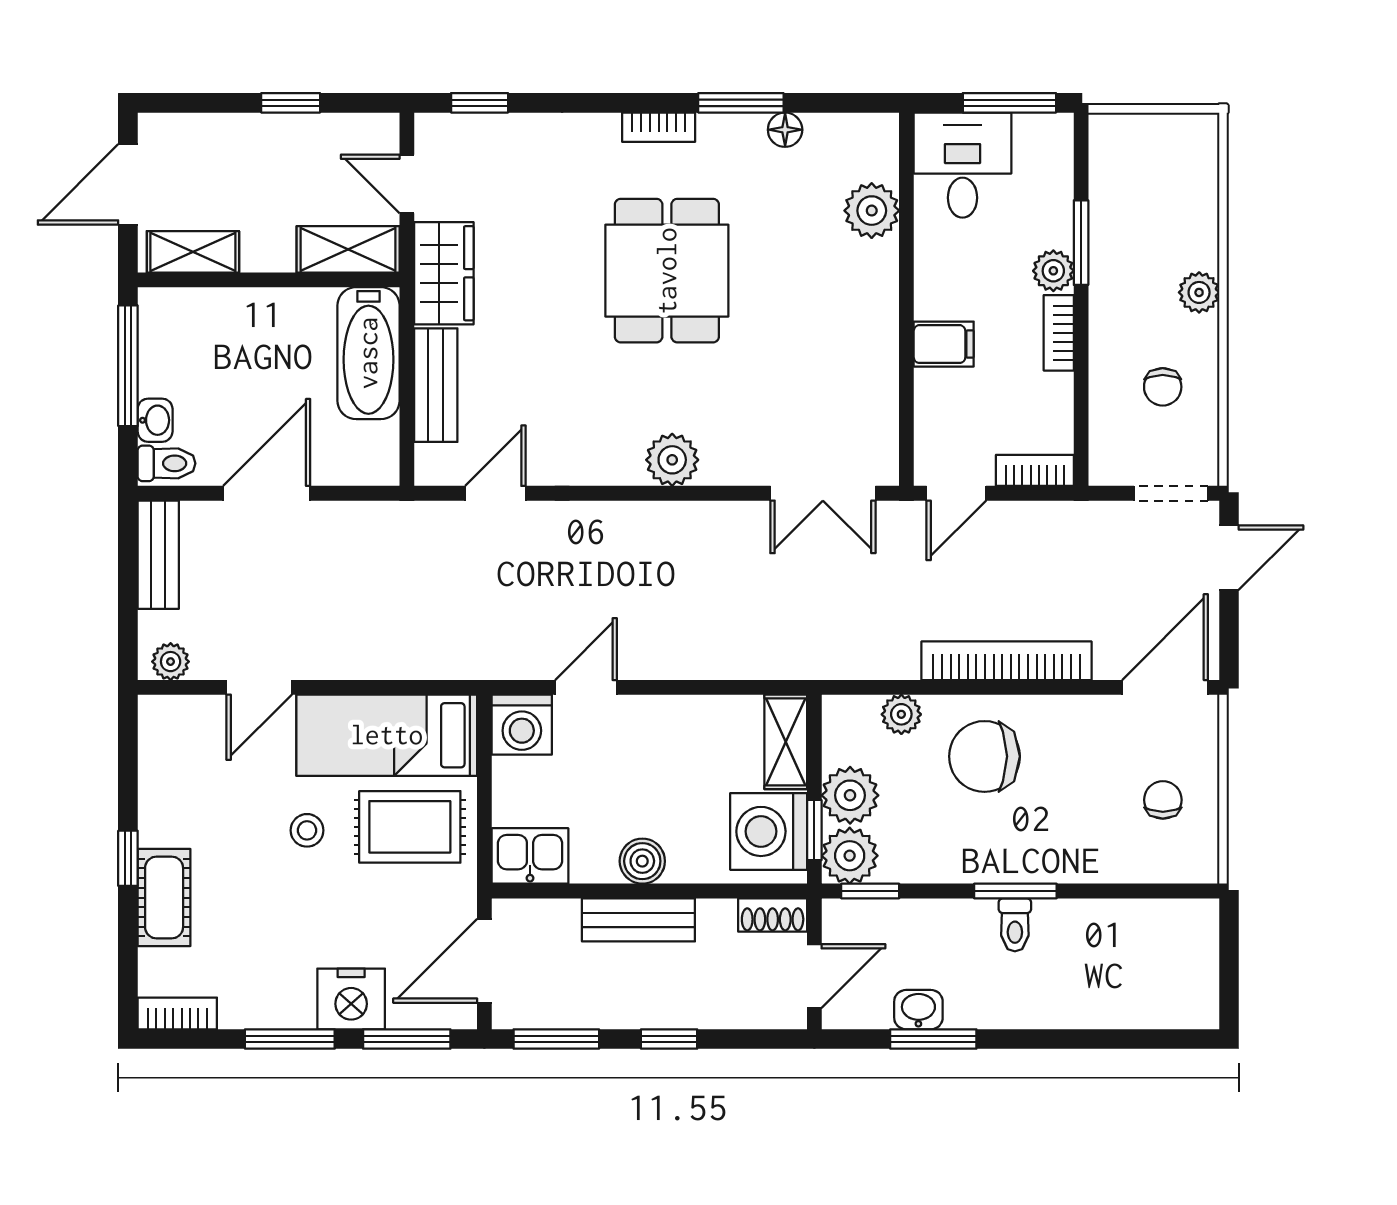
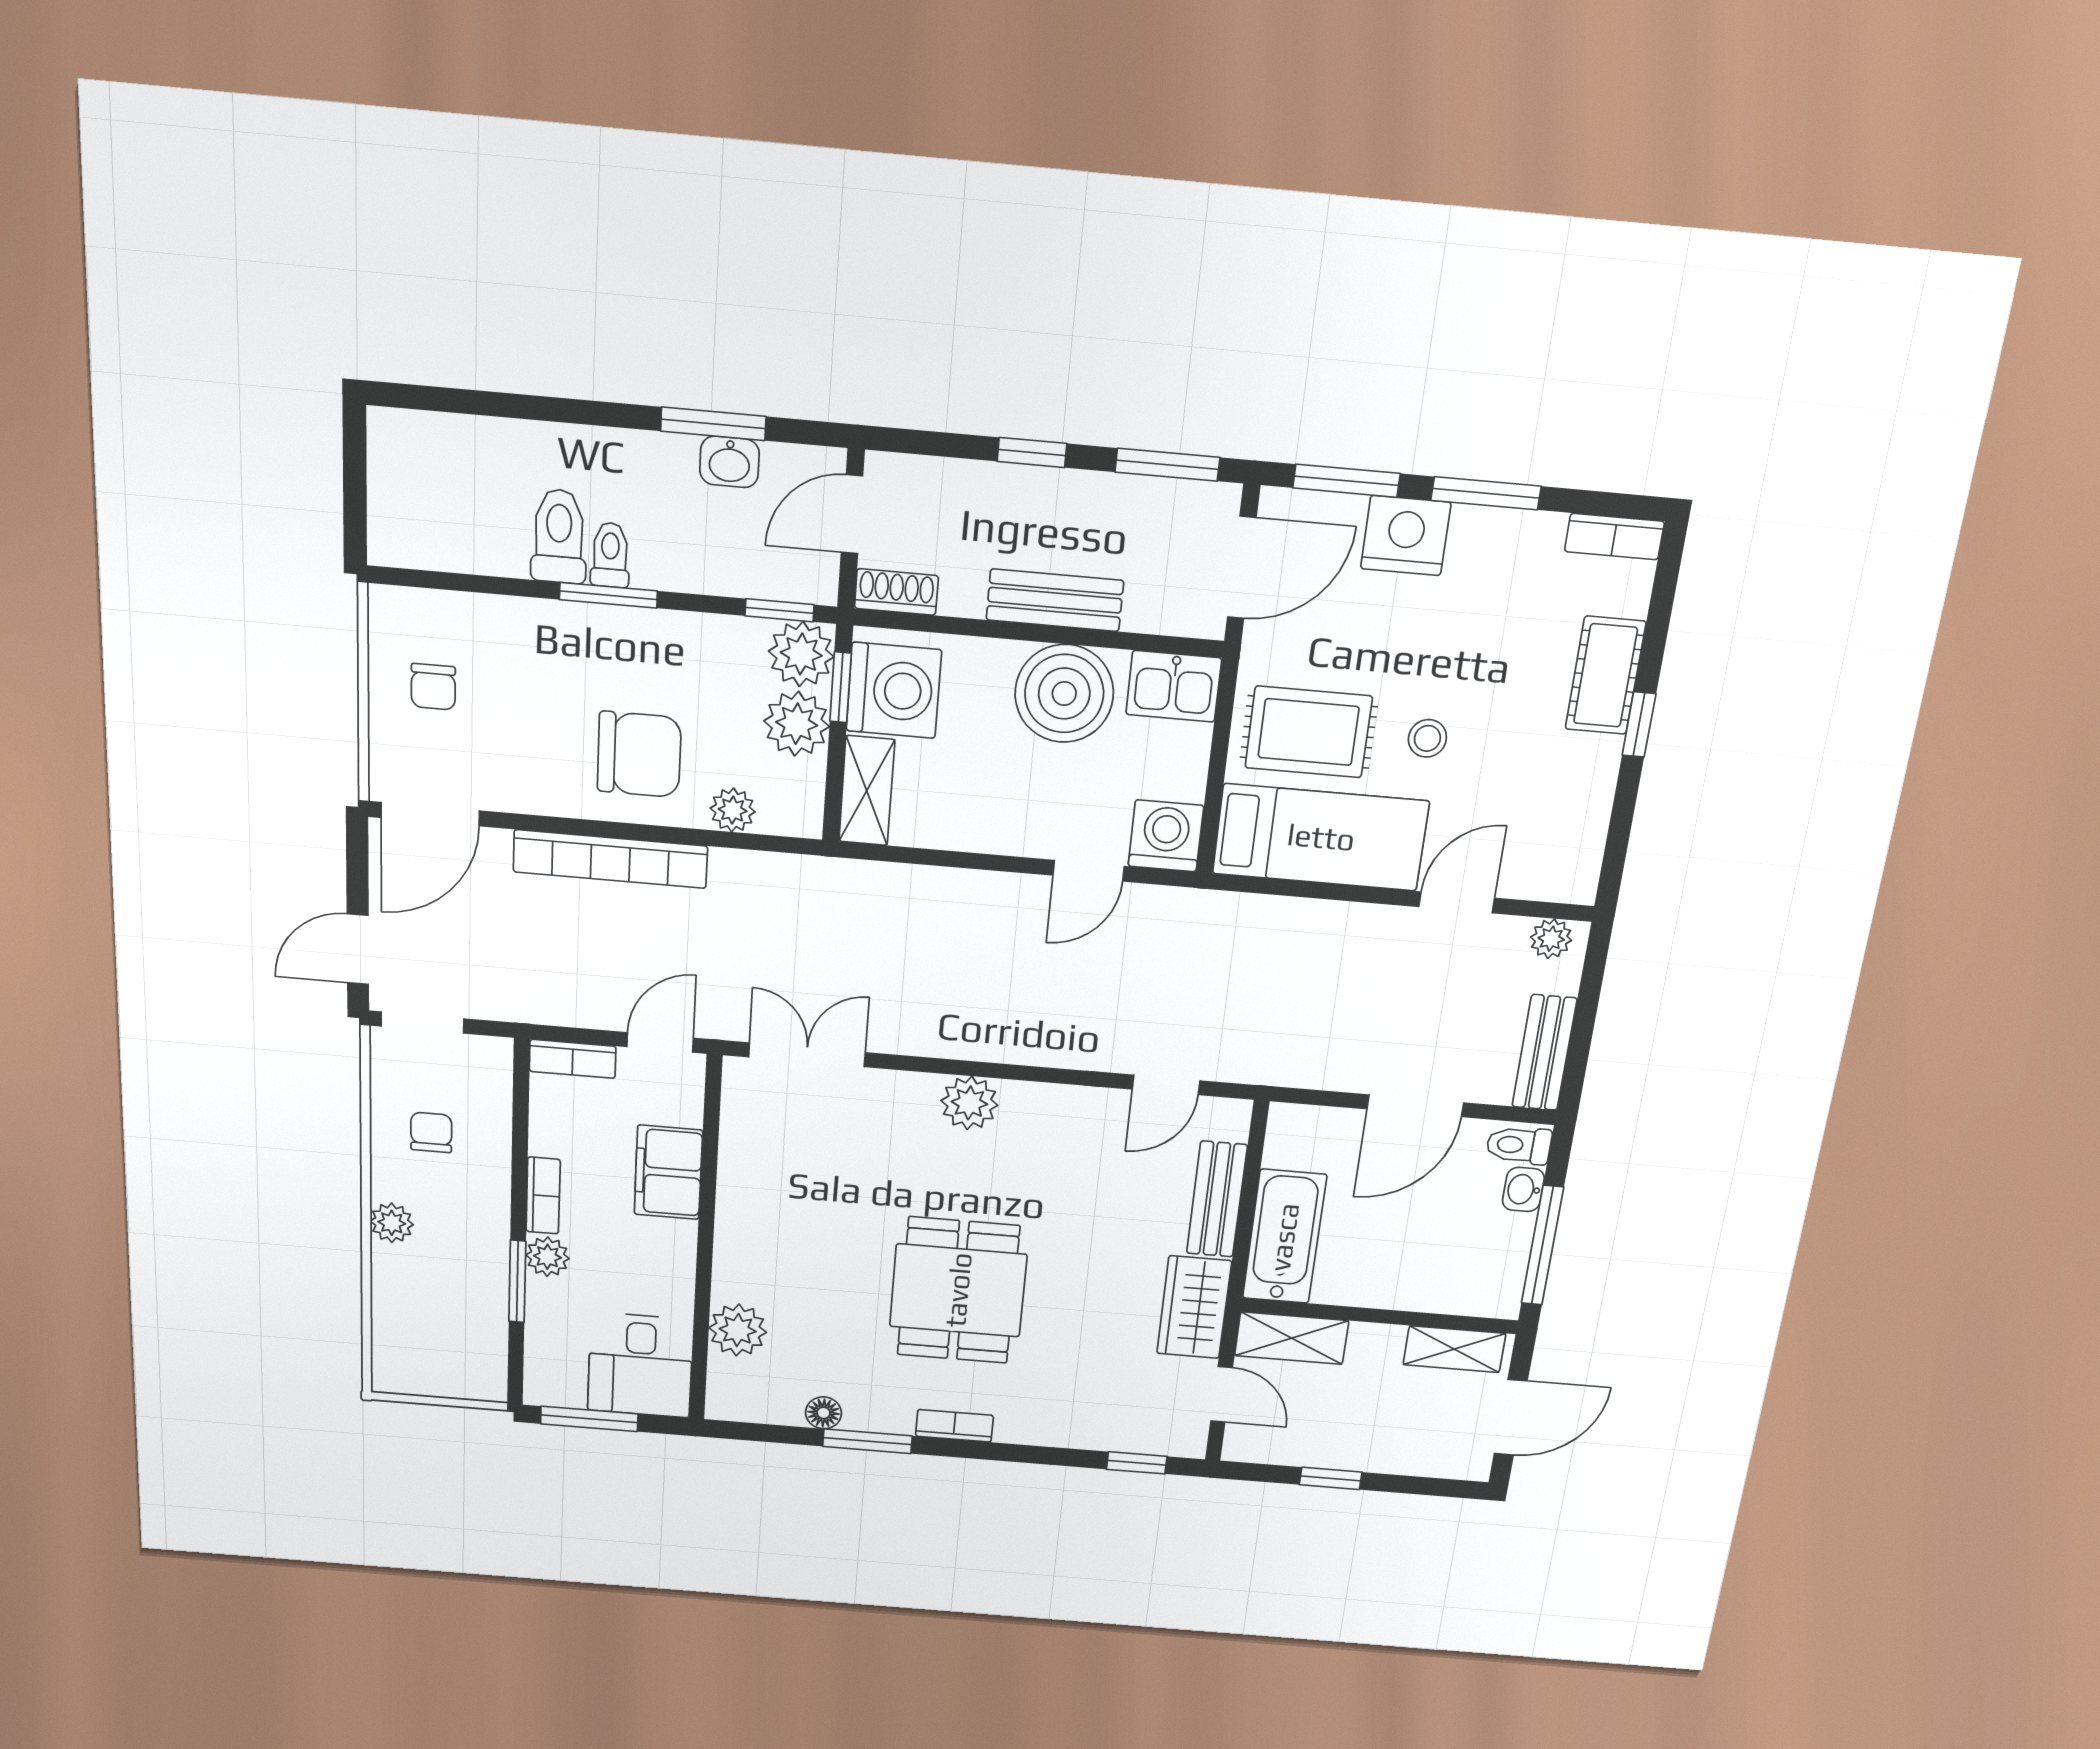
filing cabinet: (944, 344) -> (668, 1172), width x2.00
boiler: (642, 861) -> (1064, 694), width x1.86, depth x1.86
toilet: (1058, 937) -> (559, 536), added

